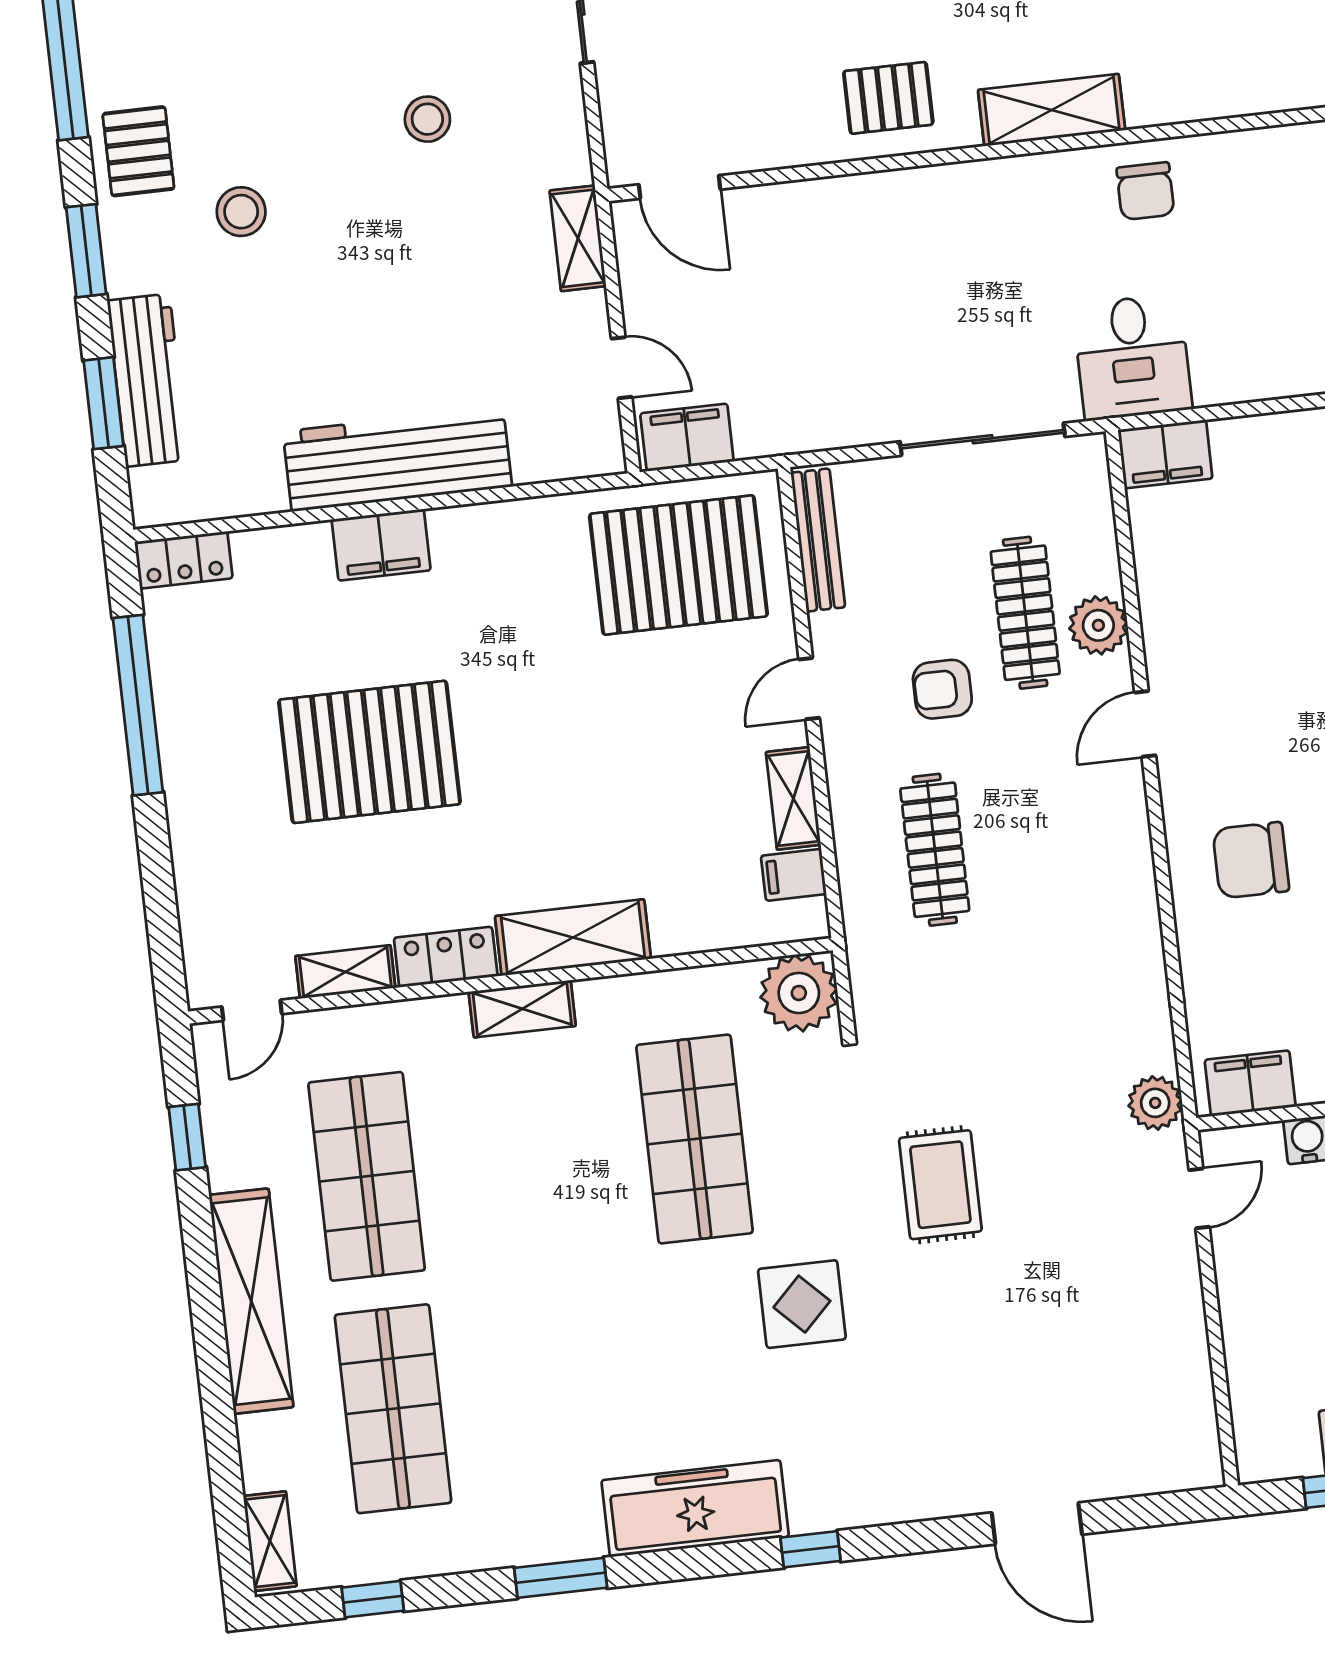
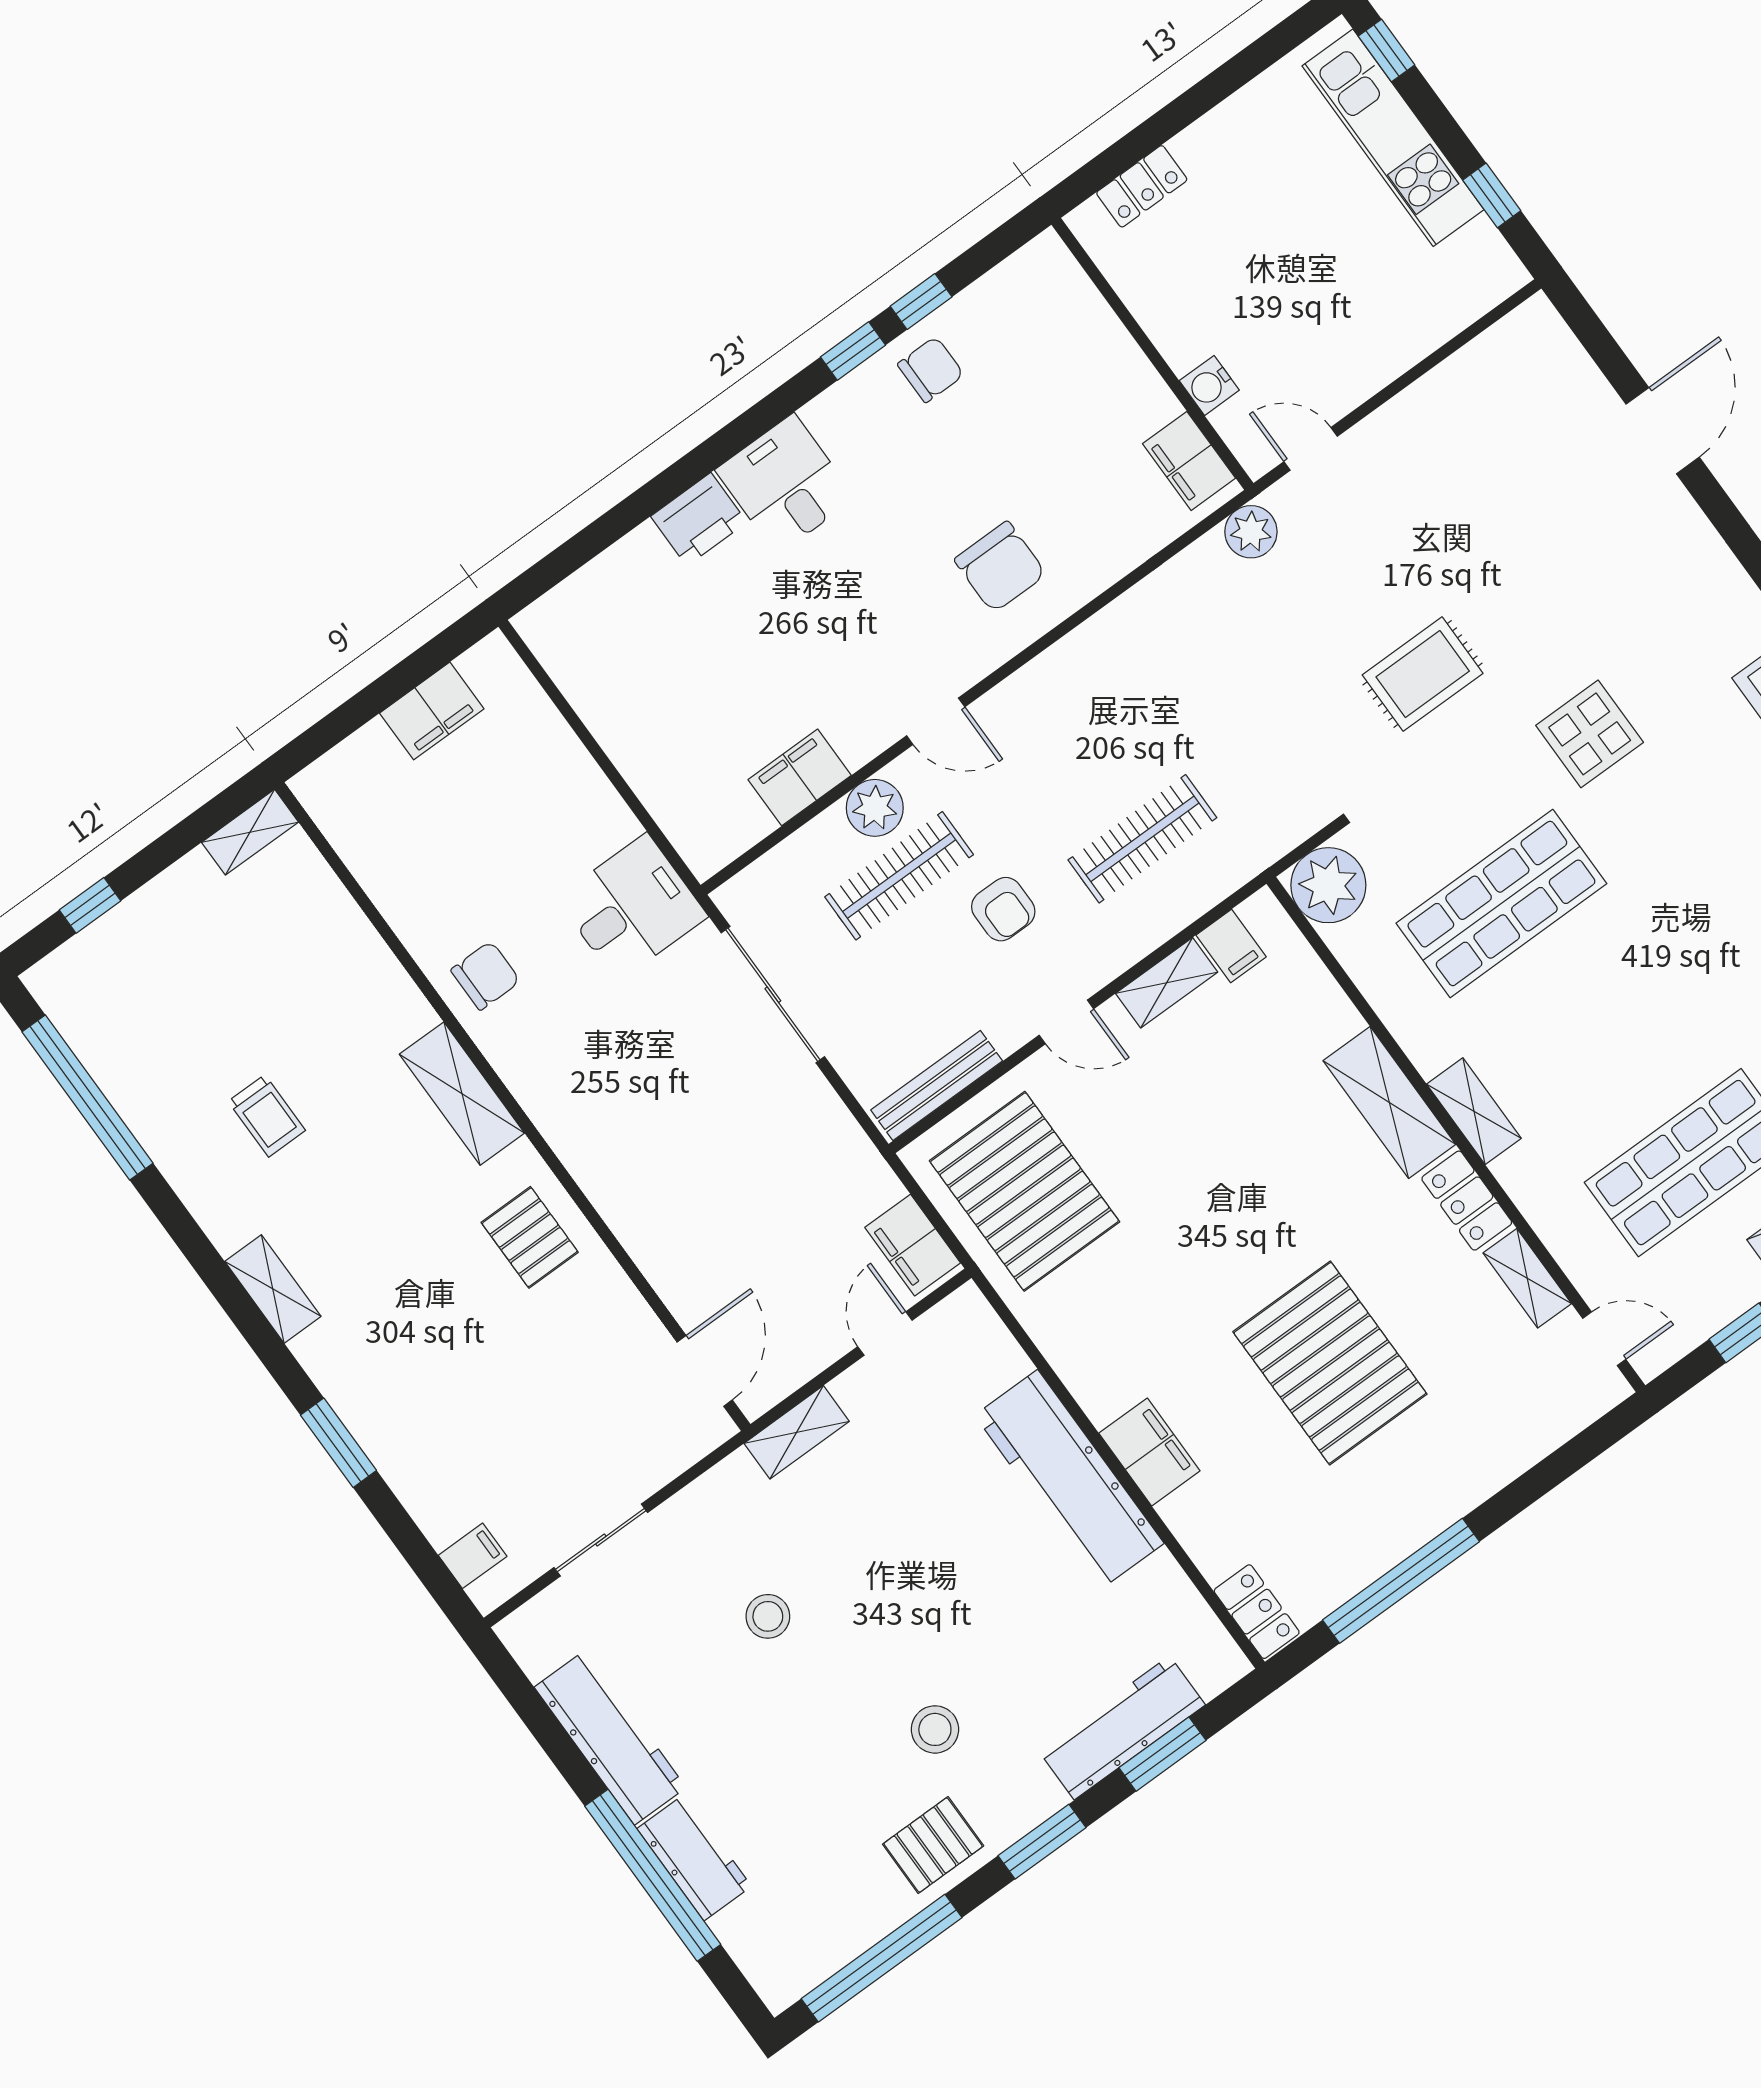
filing cabinet: (1165, 454) -> (800, 777), moved, turned -90

